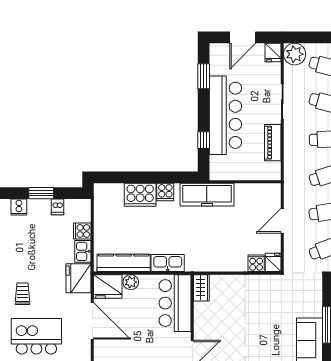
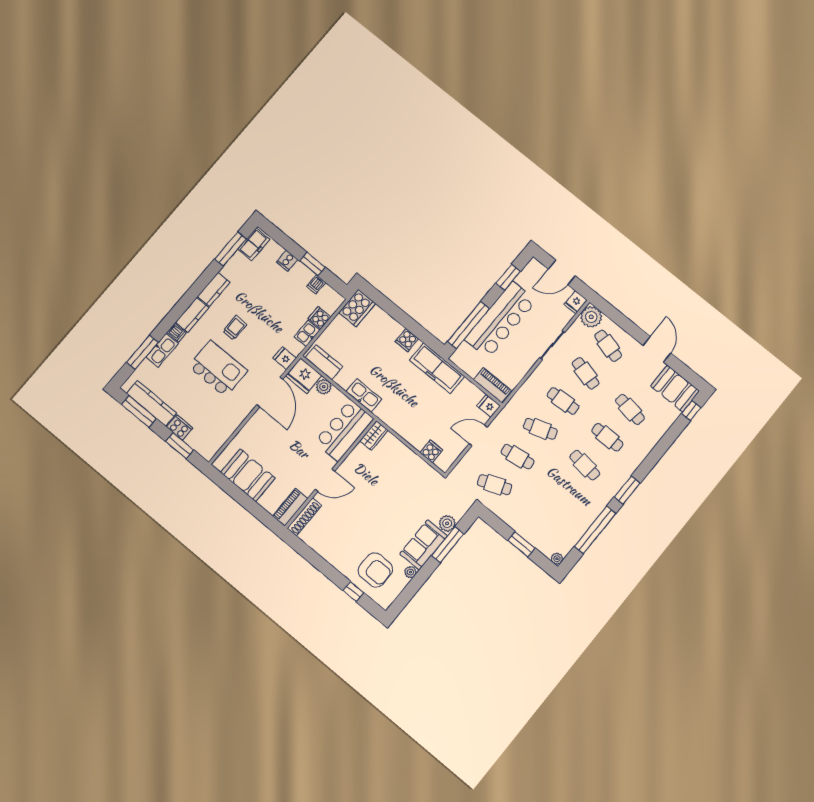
window: (204, 140) -> (469, 325), width x3.17
piano: (273, 143) -> (492, 385), moved, turned 90
cooker: (140, 195) -> (357, 308), moved, turned -90
fridge: (273, 262) -> (489, 406), moved, turned -90
kitchen counter: (124, 263) -> (324, 362), width x0.67
fridge: (78, 278) -> (285, 358), width x0.53, depth x0.75
plant: (314, 309) -> (447, 523), added

